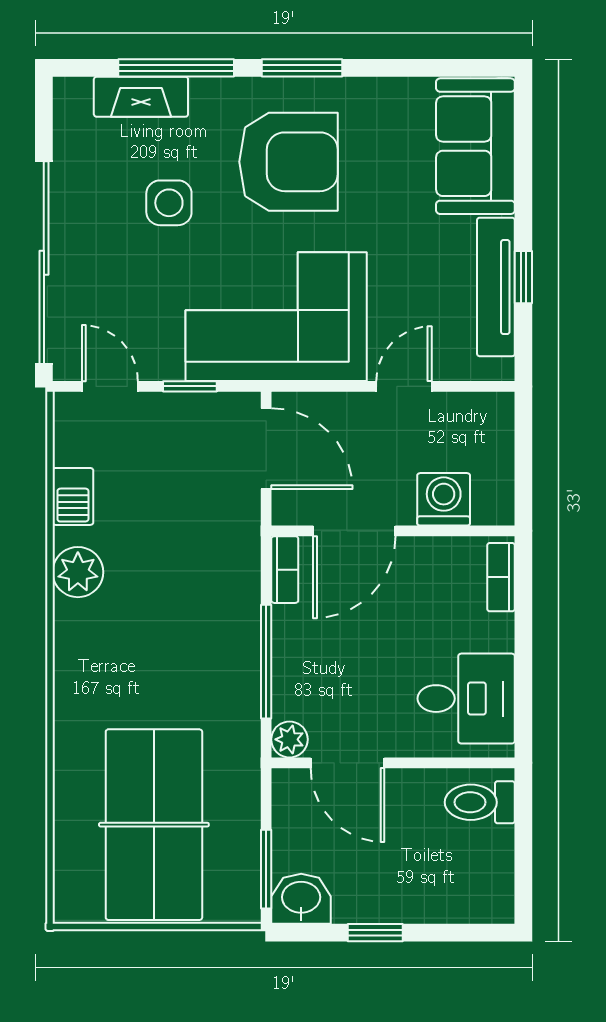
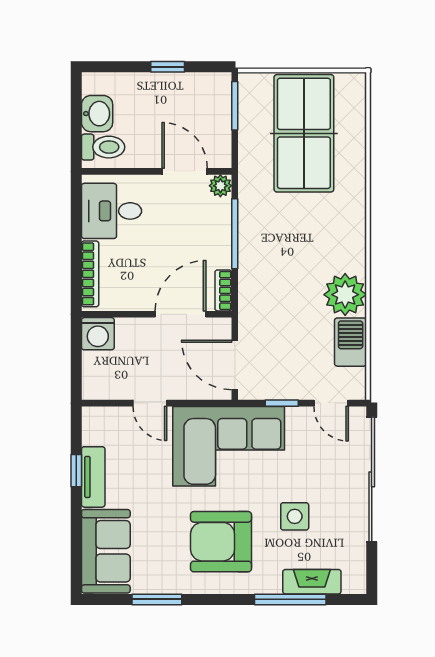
window: (302, 68) -> (157, 599), moved
tv unit: (496, 287) -> (93, 477), width x0.71
door: (404, 386) -> (150, 403), hinge flipped
barbecue: (73, 496) -> (351, 342), width x1.38, depth x1.27
washing machine: (444, 499) -> (98, 334), moved
plant: (78, 572) -> (345, 295), width x1.36, depth x1.36
bookcase: (501, 577) -> (90, 274), width x1.56
washbasin: (301, 899) -> (97, 114), moved, turned -90

